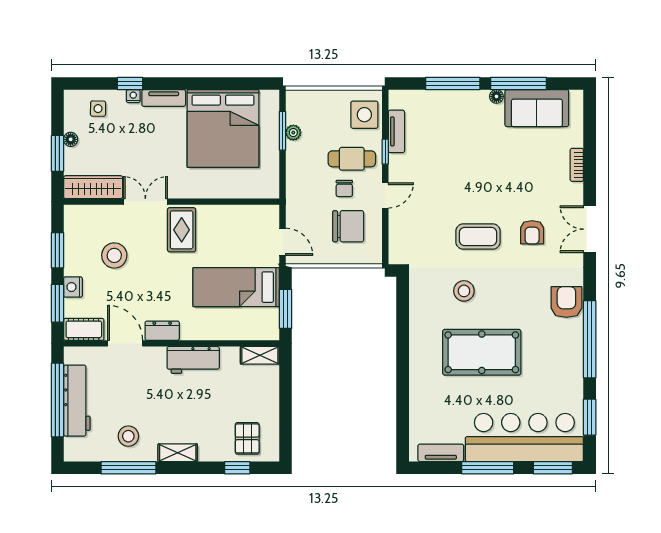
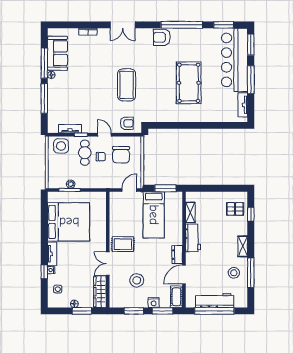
chair: (348, 226) -> (121, 155), turned 180
armchair: (532, 232) -> (127, 123), moved
coffee table: (478, 237) -> (127, 85), width x1.36, depth x1.32
stool: (464, 291) -> (156, 92), removed
shelving: (260, 355) -> (190, 213), moved

